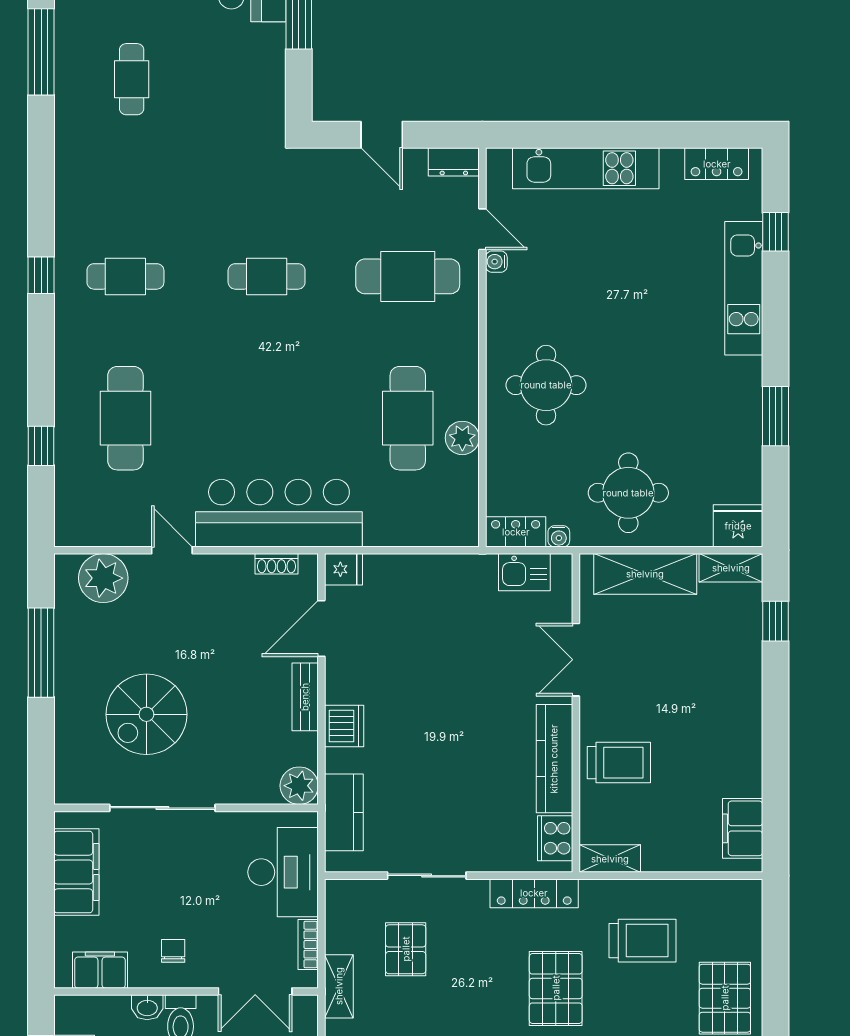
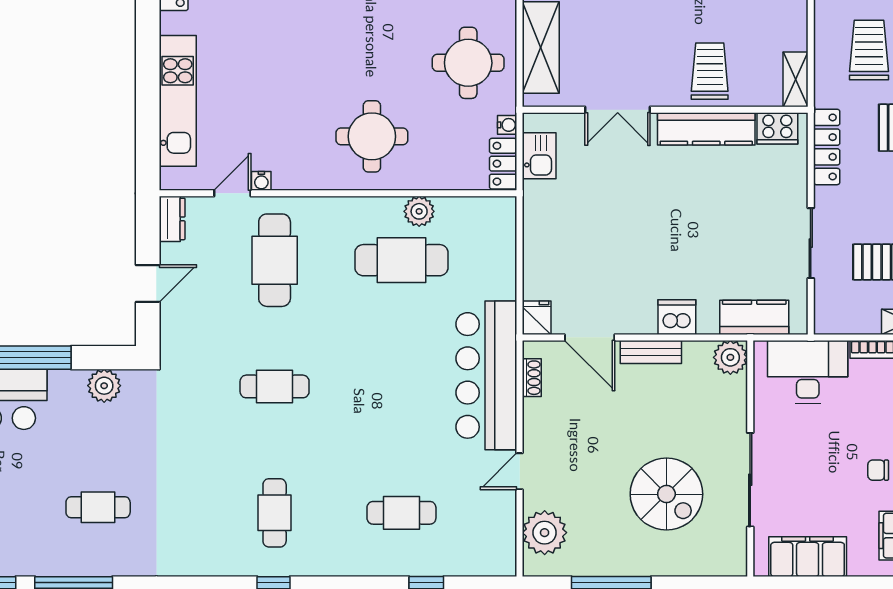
plant: (267, 86) -> (104, 386), added
cafe table: (267, 276) -> (275, 386), turned 90
cafe table: (125, 418) -> (401, 513), width x0.73, depth x0.74

